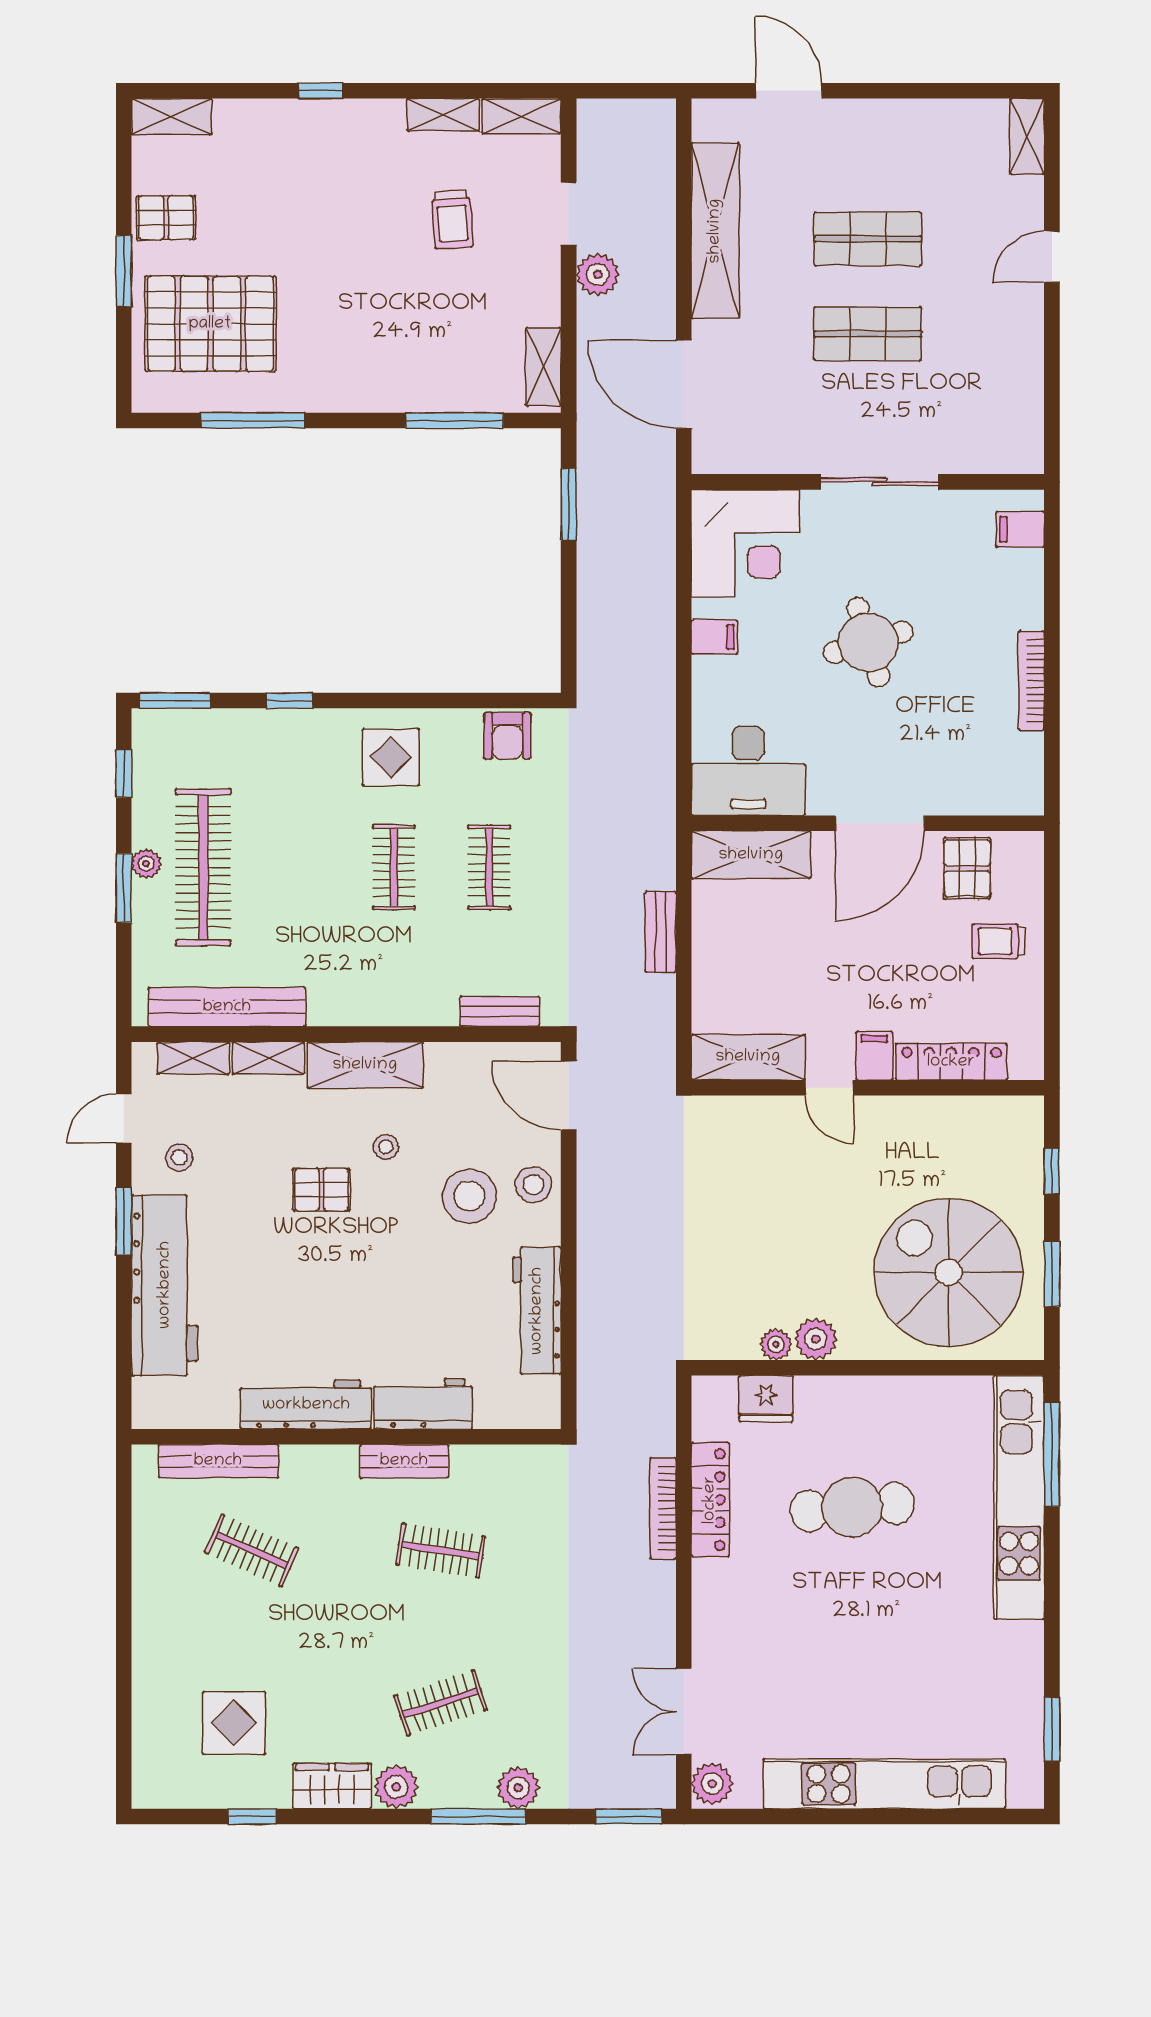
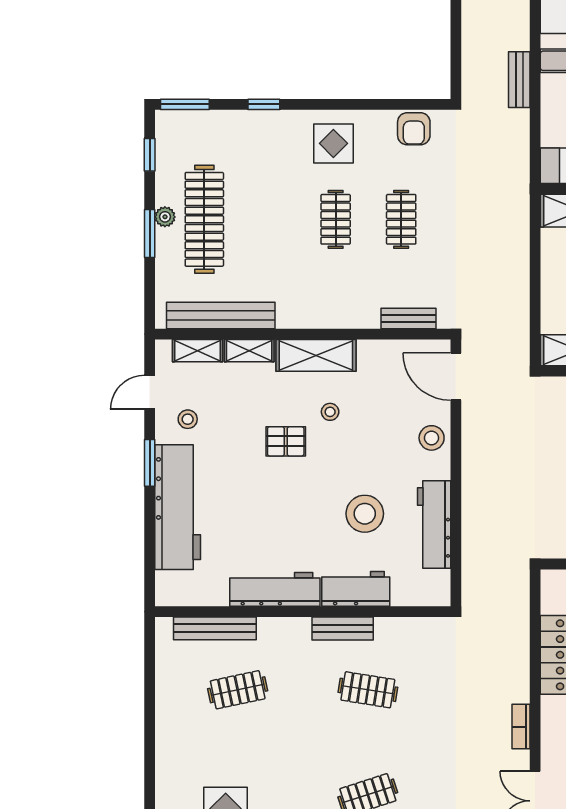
bench: (661, 932) -> (519, 80), moved
stool: (469, 1196) -> (365, 514), moved
bookcase: (663, 1508) -> (521, 727), moved, width x0.64
clothes rail: (252, 1550) -> (238, 690), turned -36

